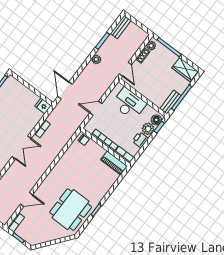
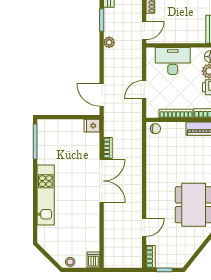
door: (125, 69) -> (144, 31), hinge flipped
double door: (22, 147) -> (102, 181), width x1.37

